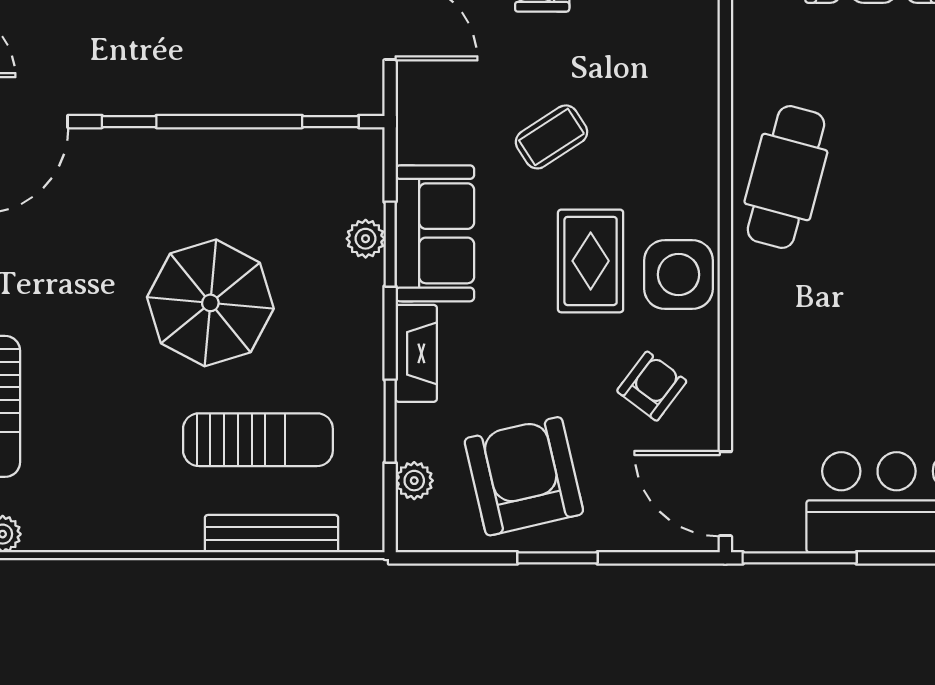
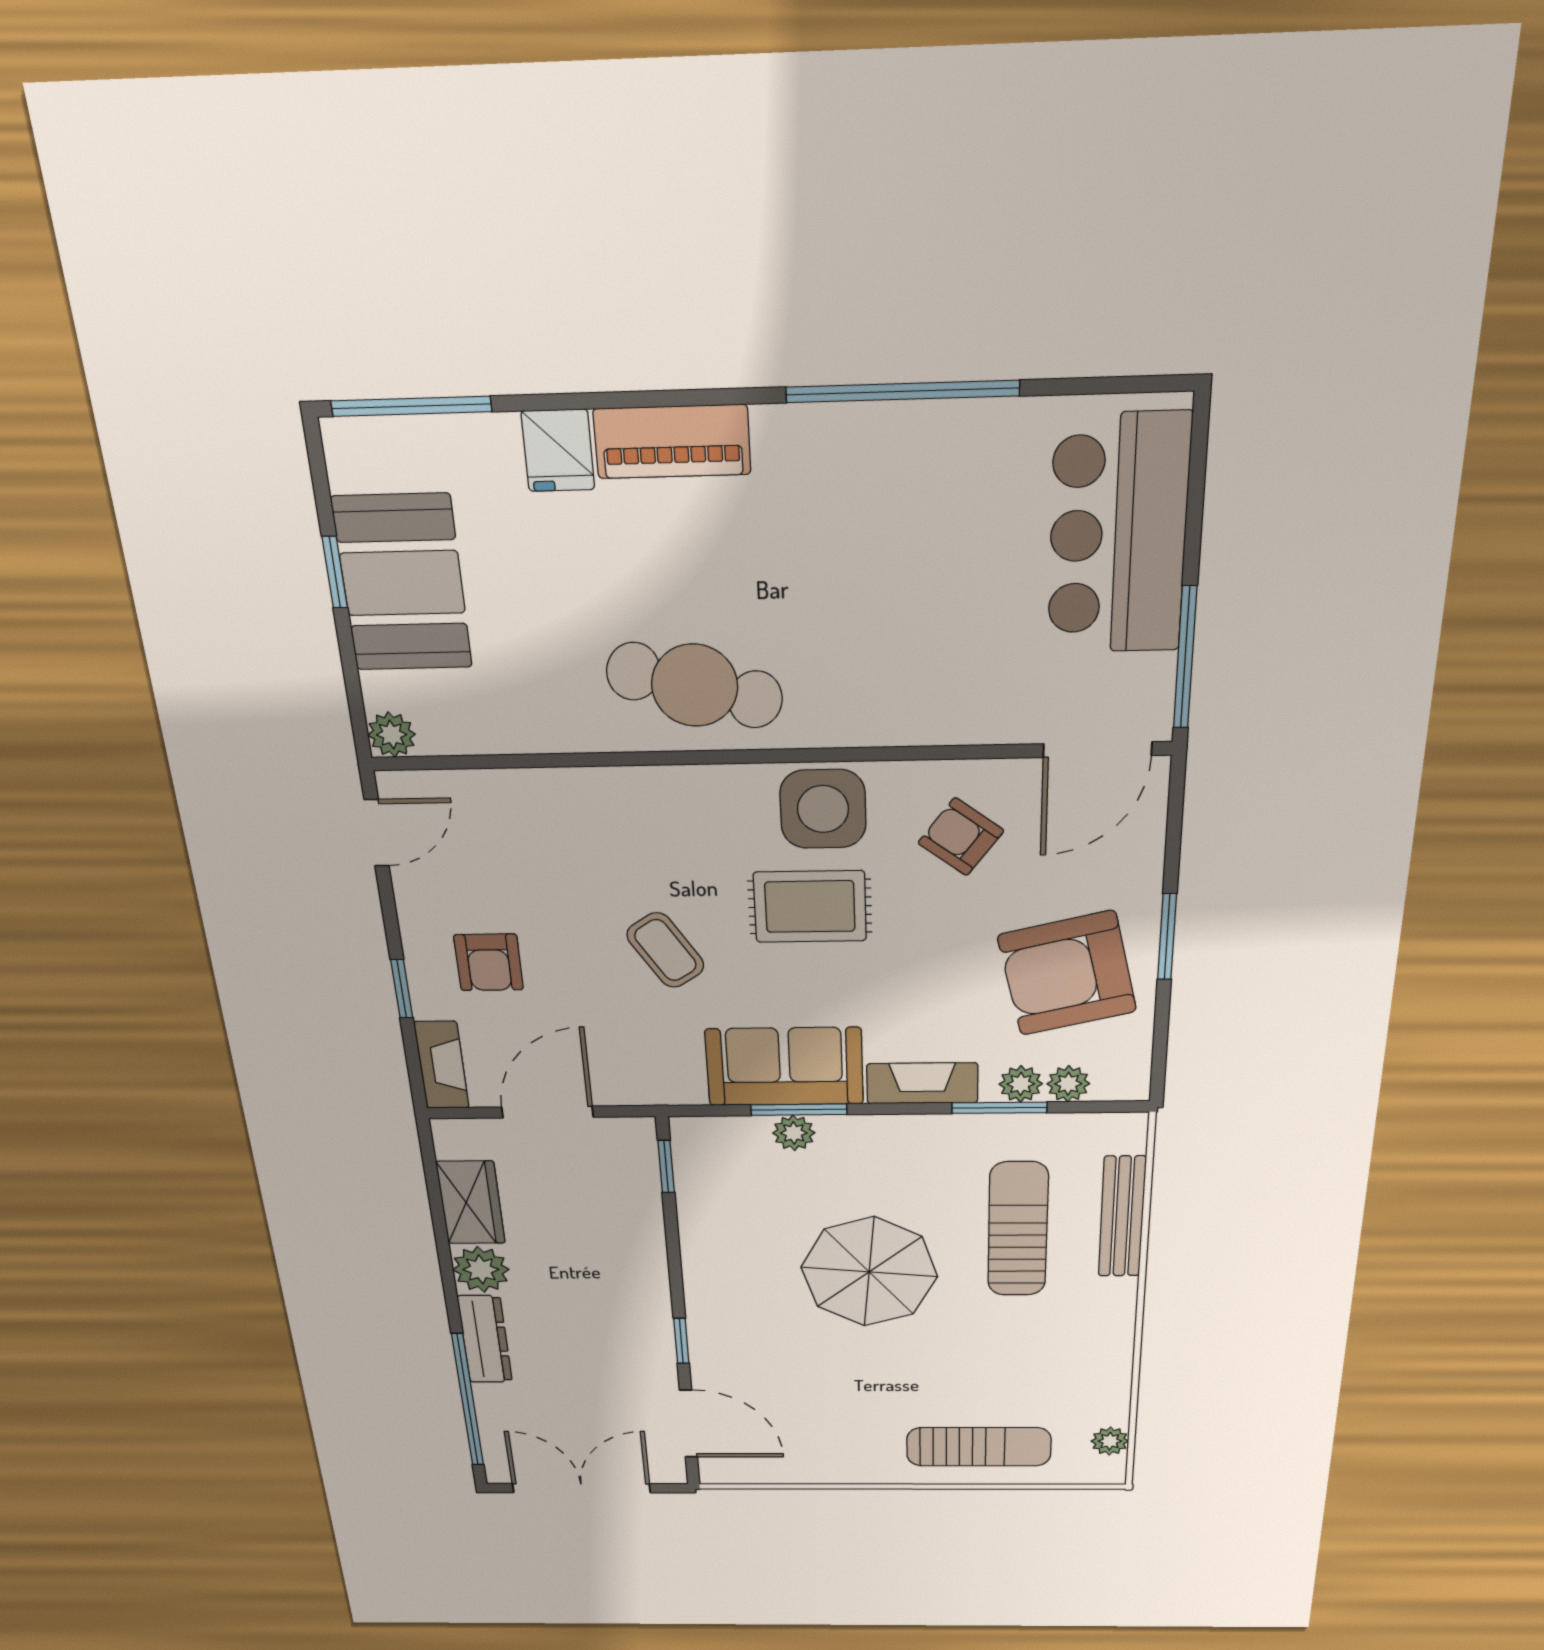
plant: (414, 439) -> (1021, 1084), added

